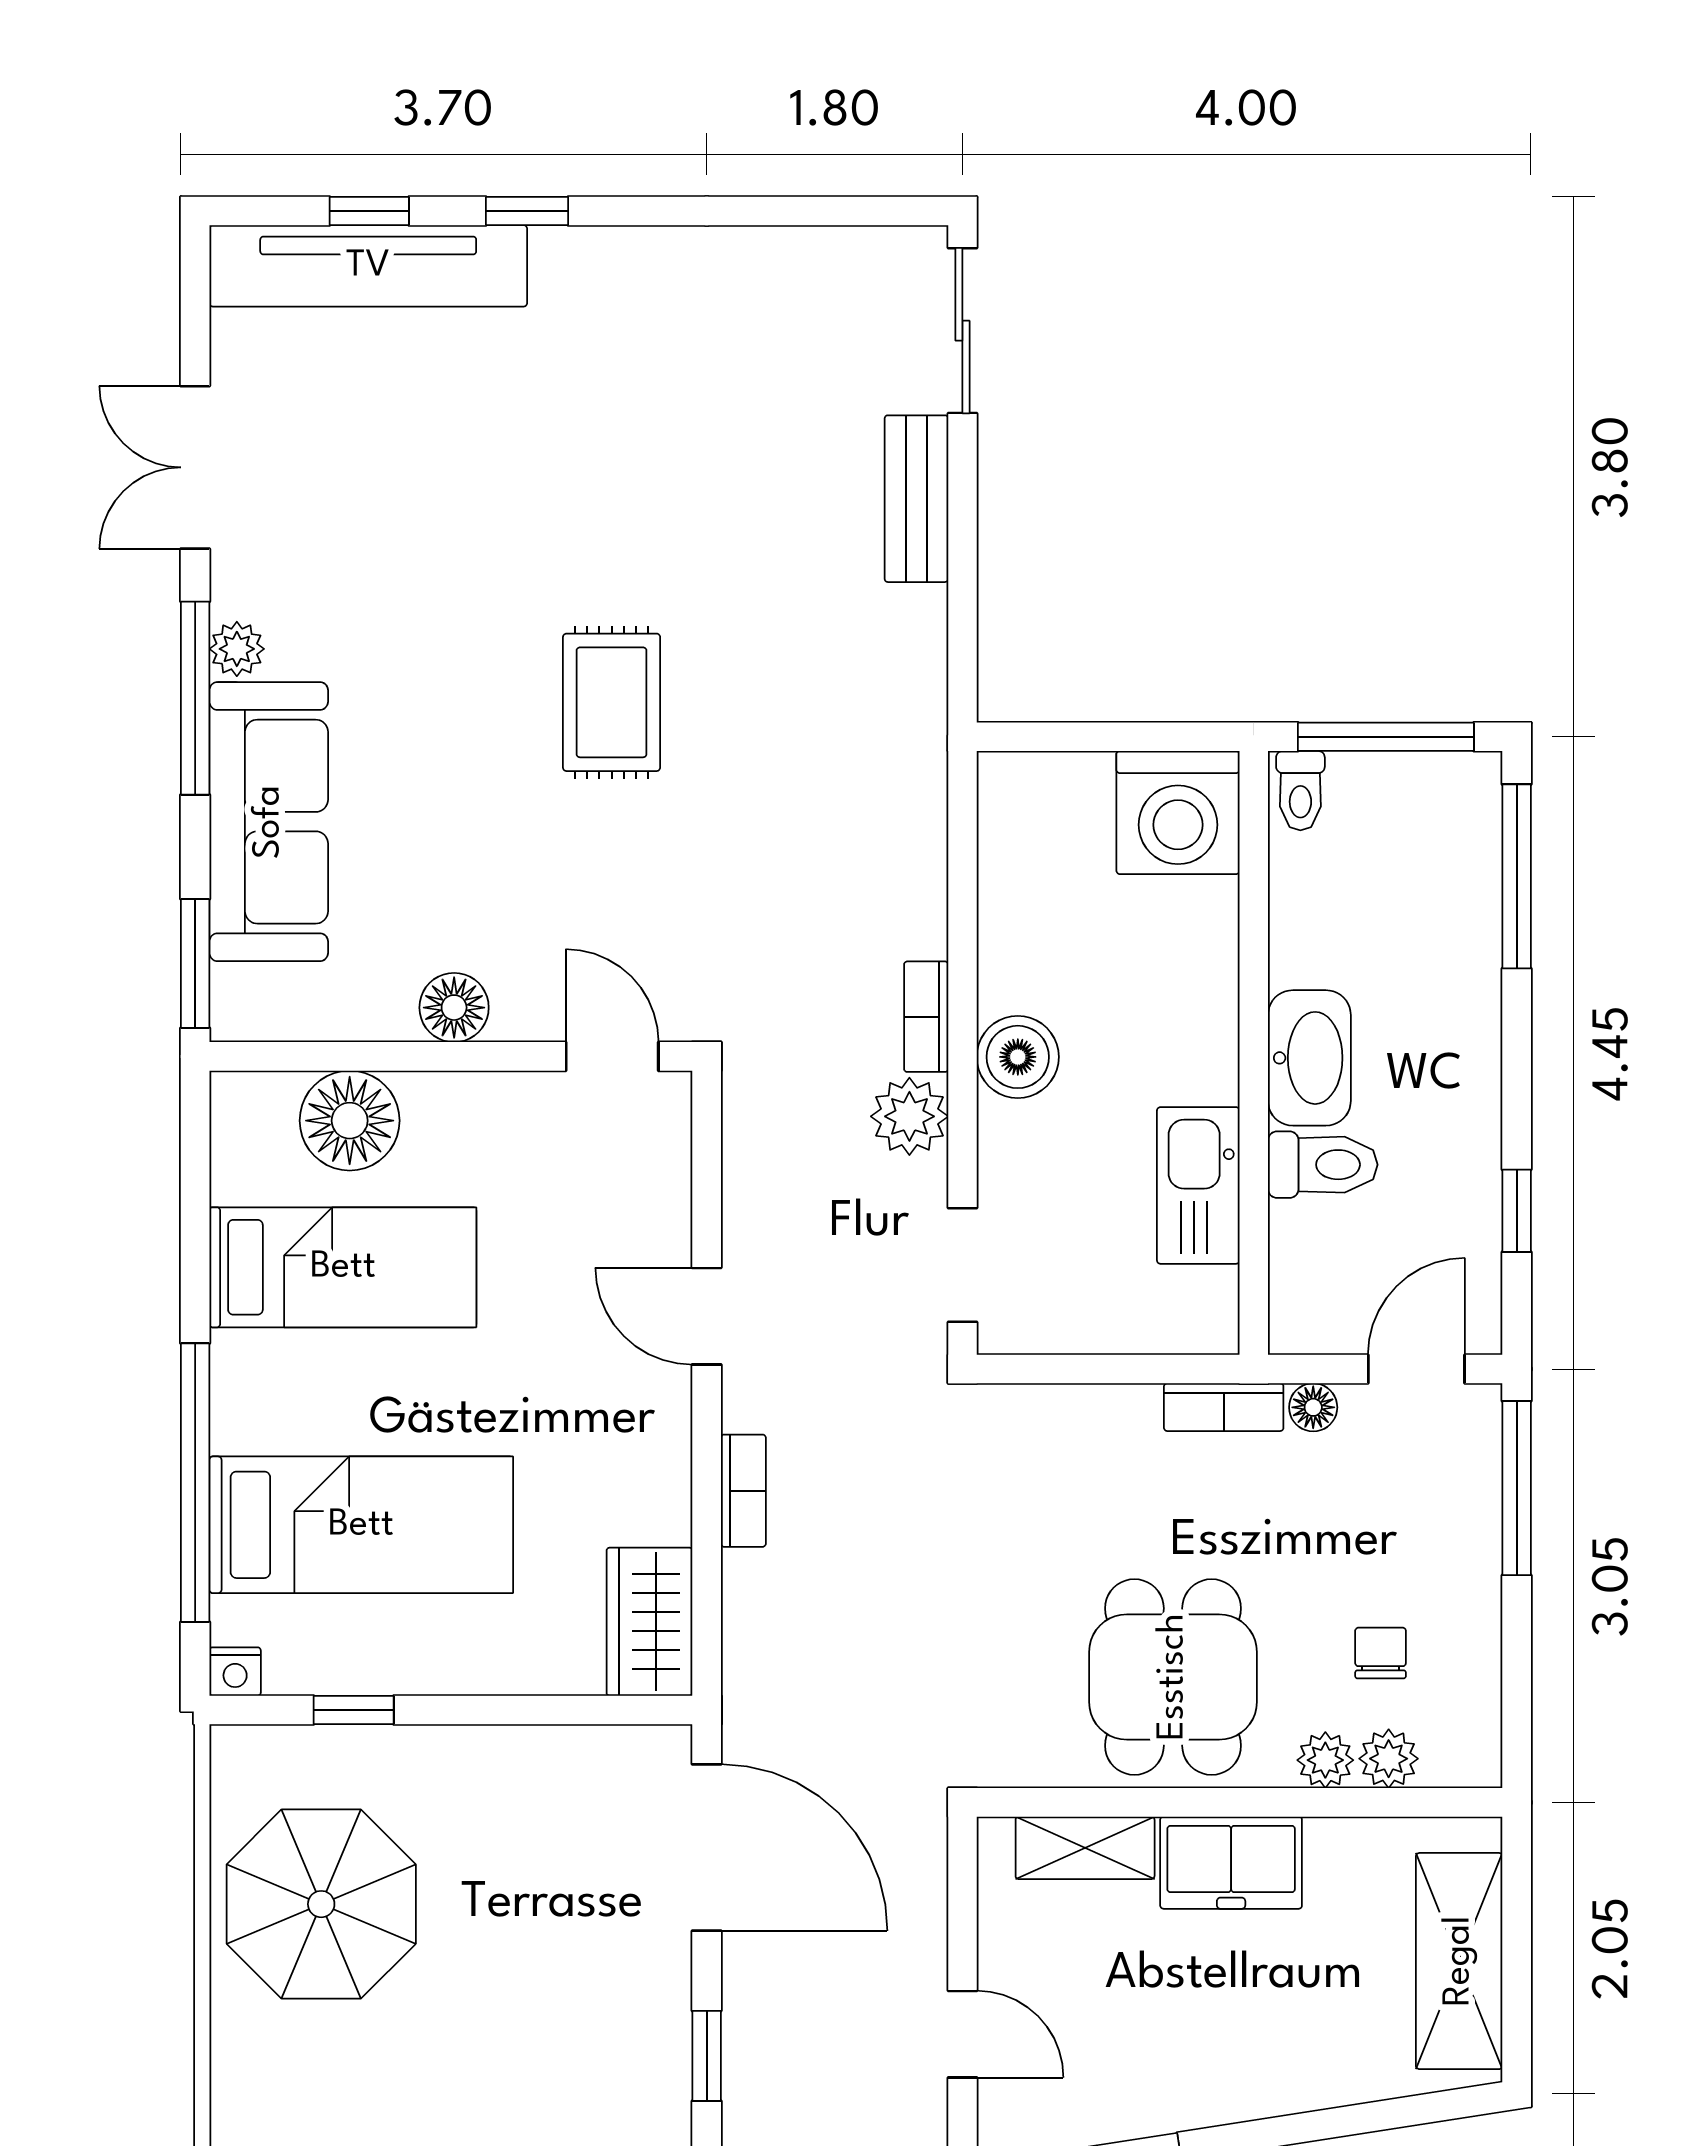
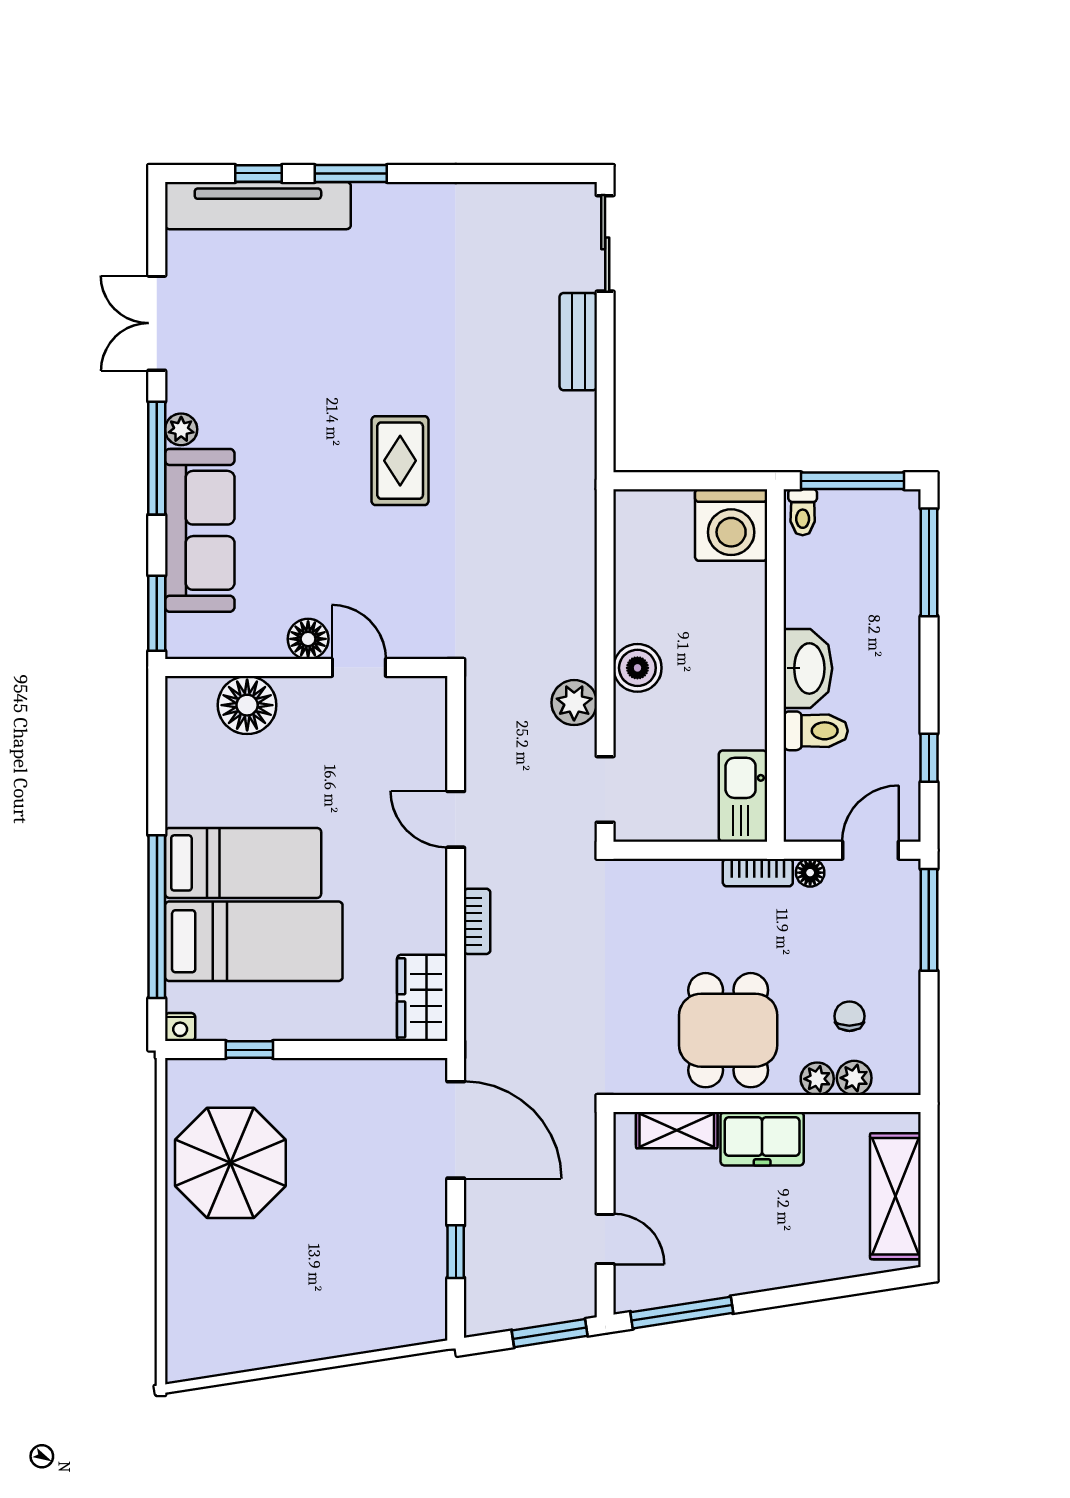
window: (527, 211) -> (351, 173), width x1.50
bookcase: (926, 1017) -> (584, 644), removed
door: (612, 1056) -> (359, 668), moved
kitchen sink: (1198, 1185) -> (743, 796), moved
bed: (343, 1267) -> (243, 863), moved

